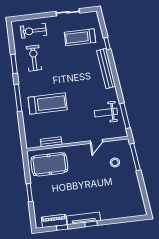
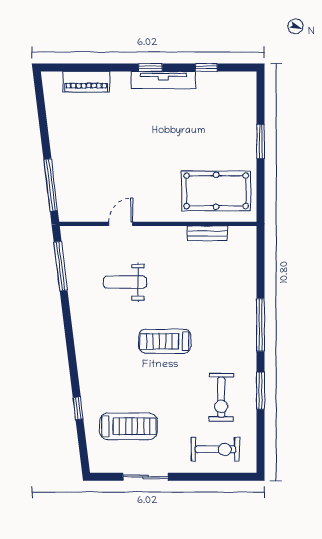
bench: (106, 69) -> (86, 361), removed
treadmill: (48, 104) -> (165, 341), moved, width x0.73, depth x0.73
weight bench: (106, 112) -> (125, 282), moved, turned 180
stool: (115, 162) -> (91, 179), removed
piano: (54, 221) -> (86, 82), moved

